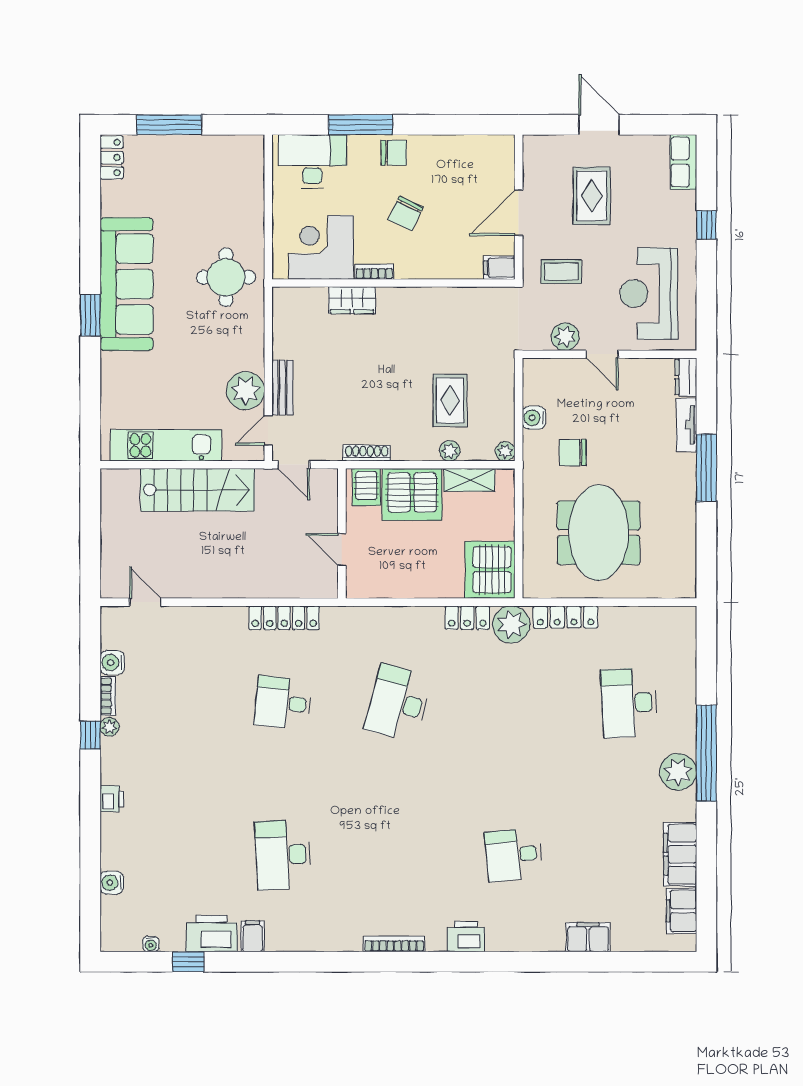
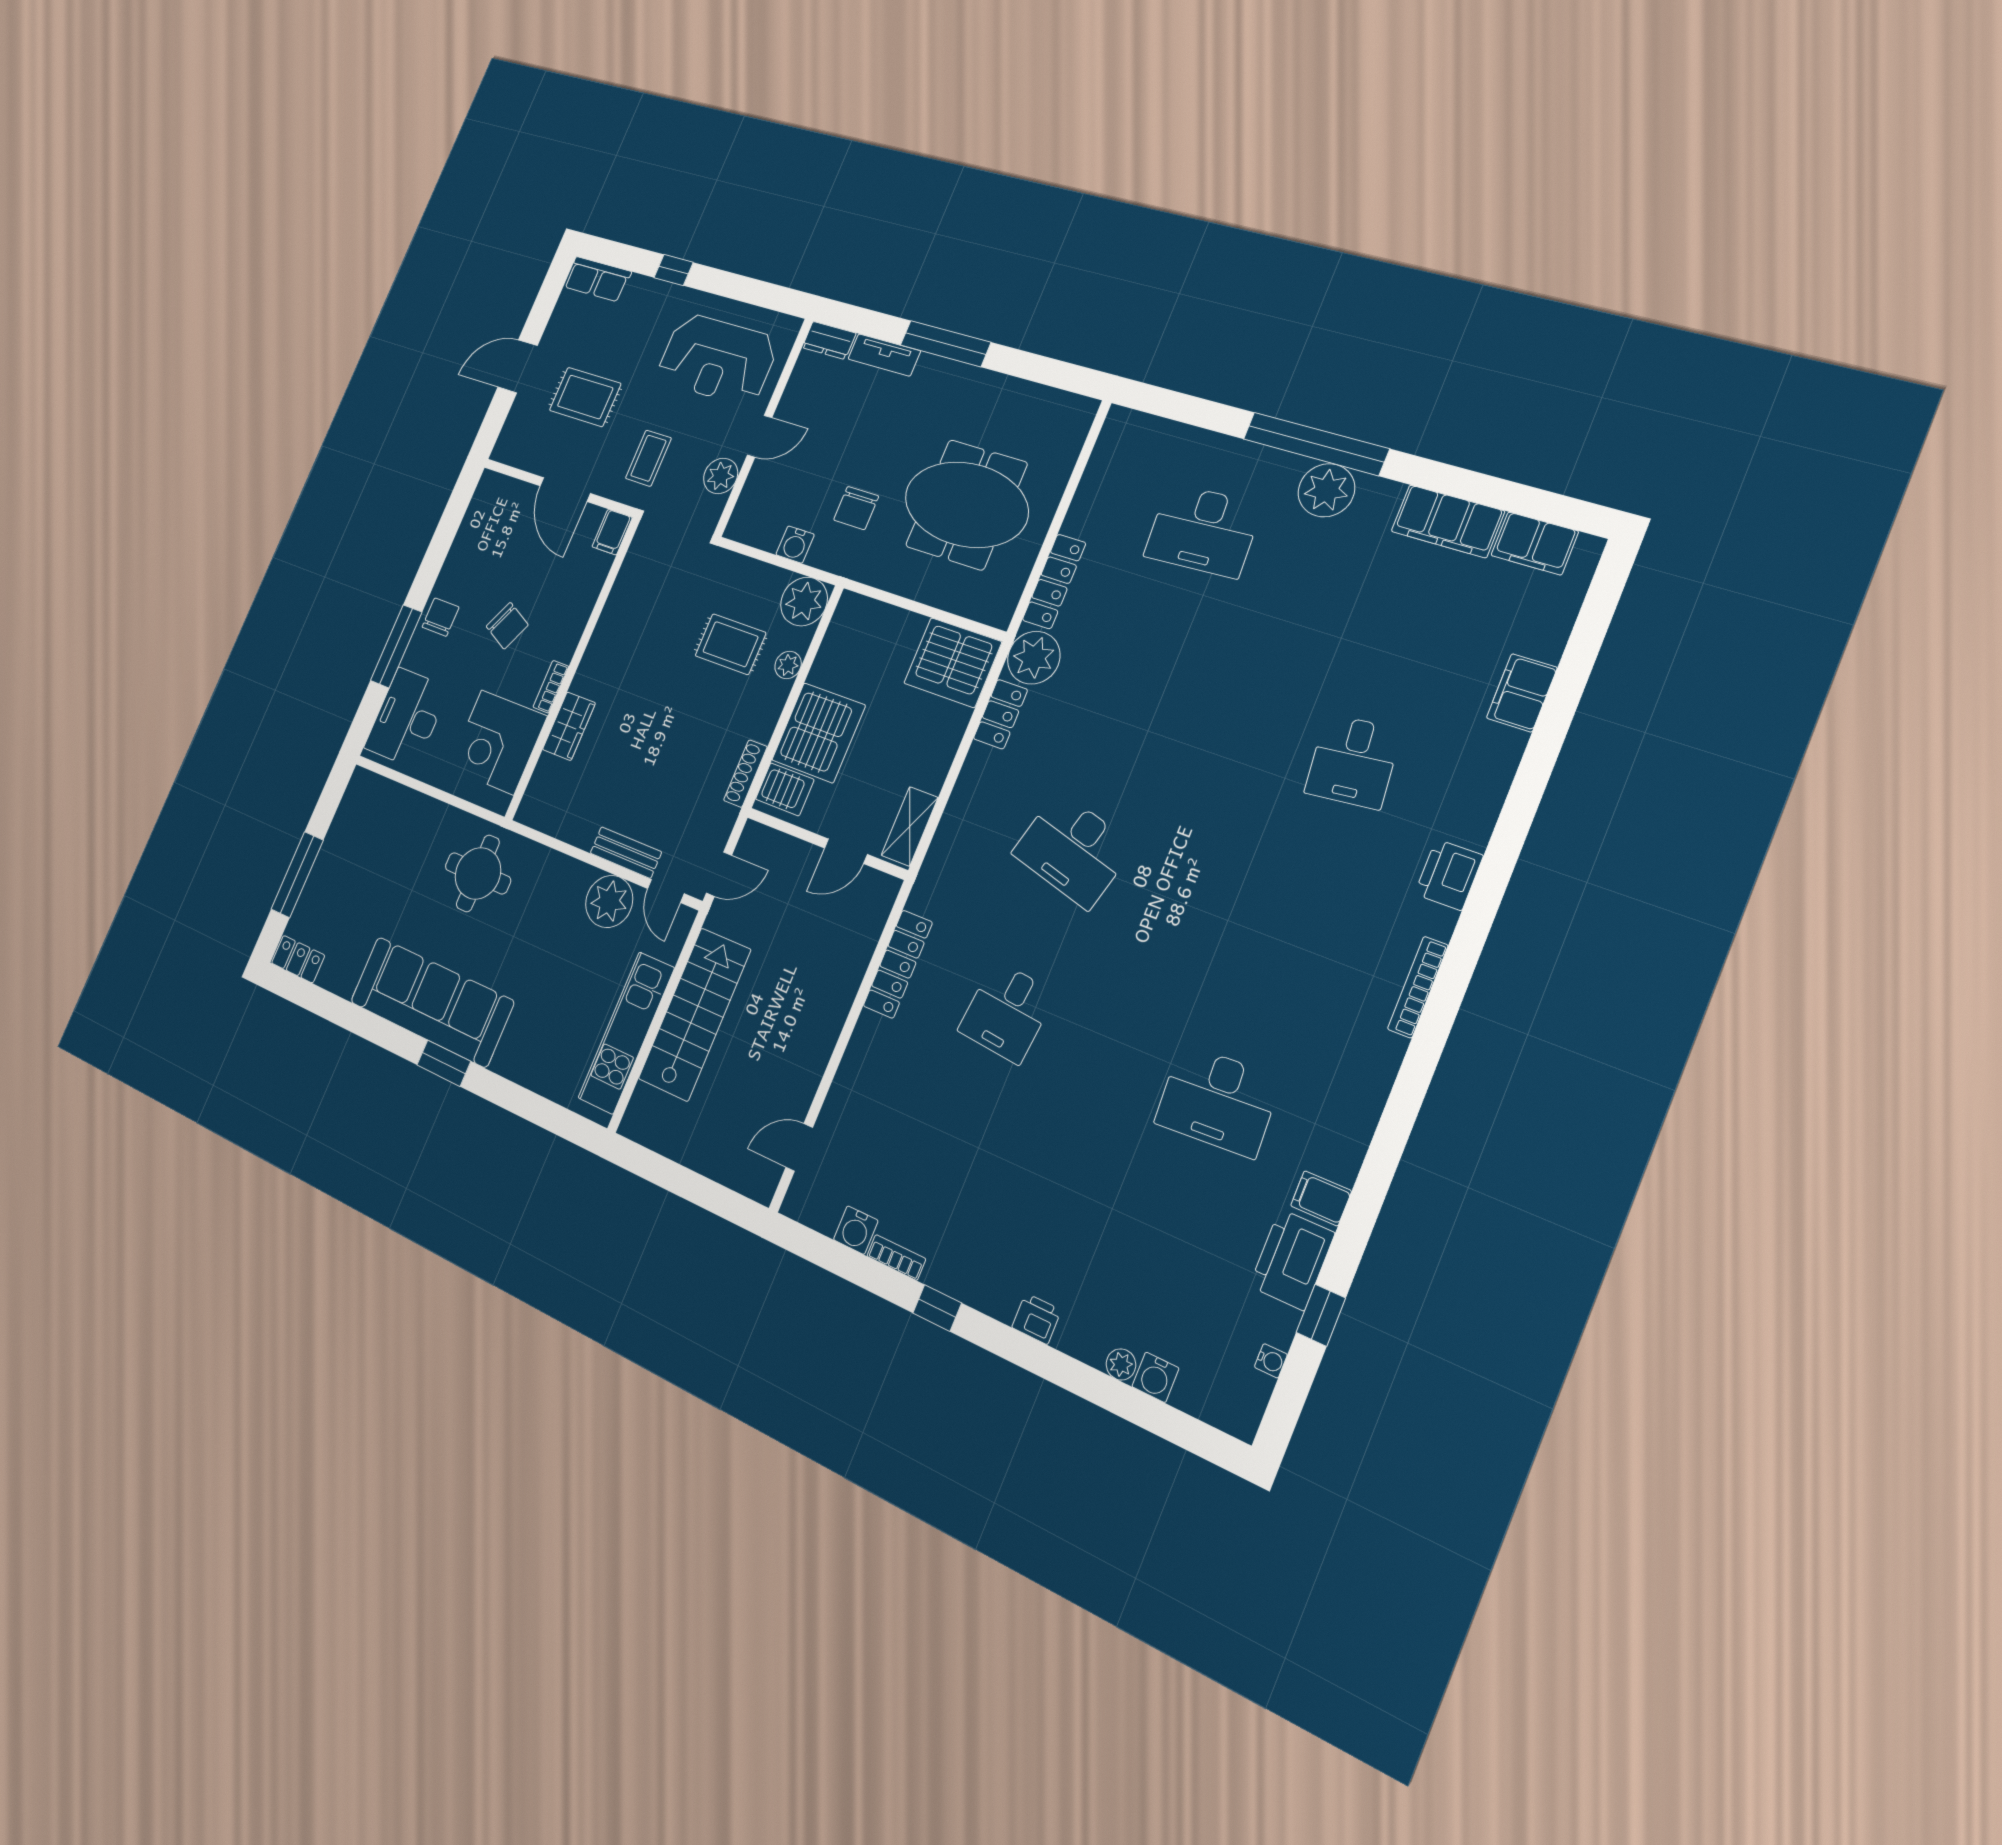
plant: (505, 451) -> (804, 602), width x1.88, depth x1.88
shelving: (469, 480) -> (910, 826), moved
plant: (109, 727) -> (1121, 1364), moved

